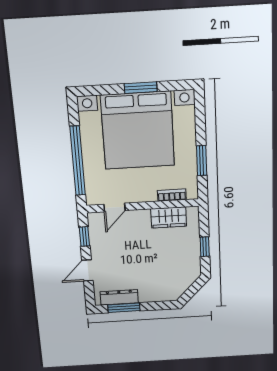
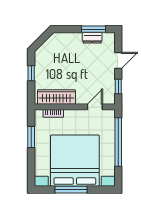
window: (141, 88) -> (71, 190), width x1.44
wardrobe: (169, 217) -> (56, 97), width x1.50
dresser: (119, 297) -> (92, 38), width x0.70

